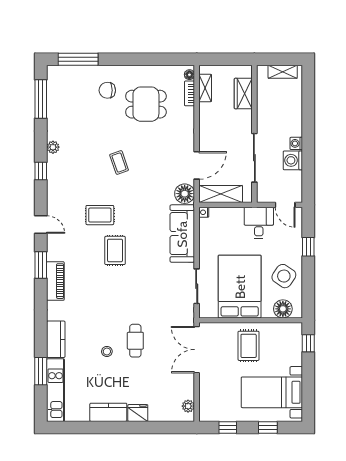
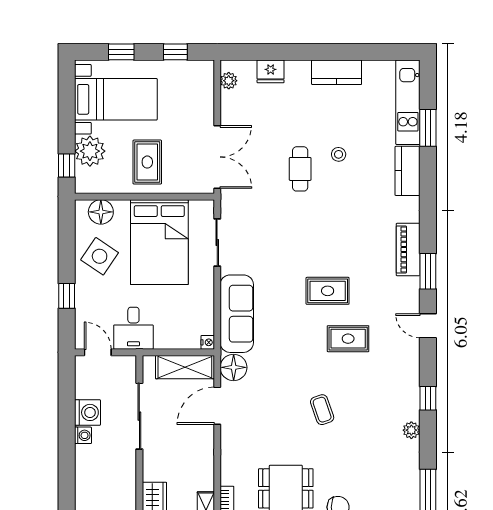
rug: (115, 250) -> (328, 291), turned 90
plant: (291, 354) -> (90, 151), added
fridge: (138, 413) -> (271, 71), moved

